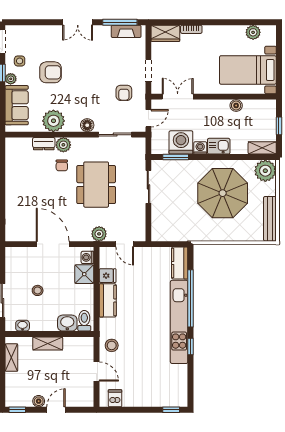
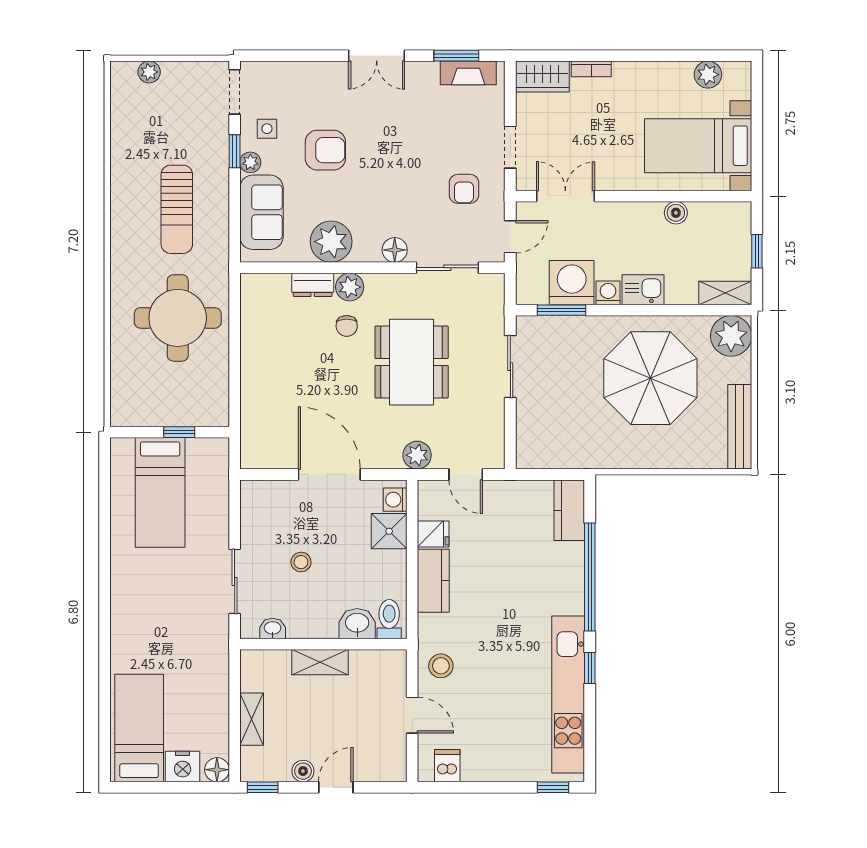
window: (120, 22) -> (456, 56), width x0.69
kitchen unit: (179, 322) -> (568, 694), moved
shelving: (11, 358) -> (252, 719), moved

